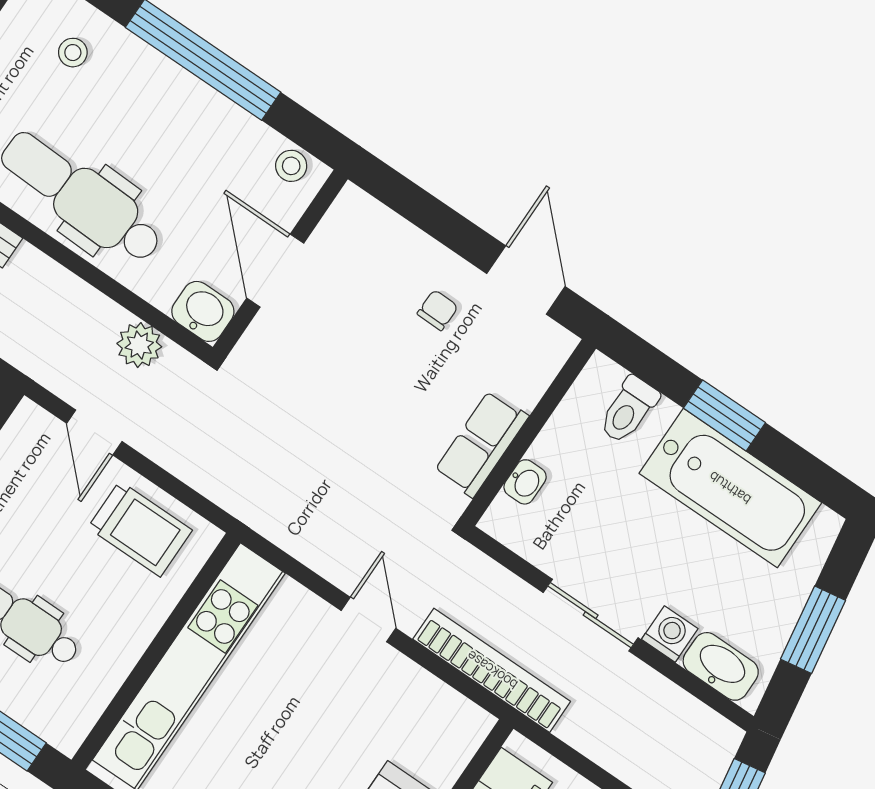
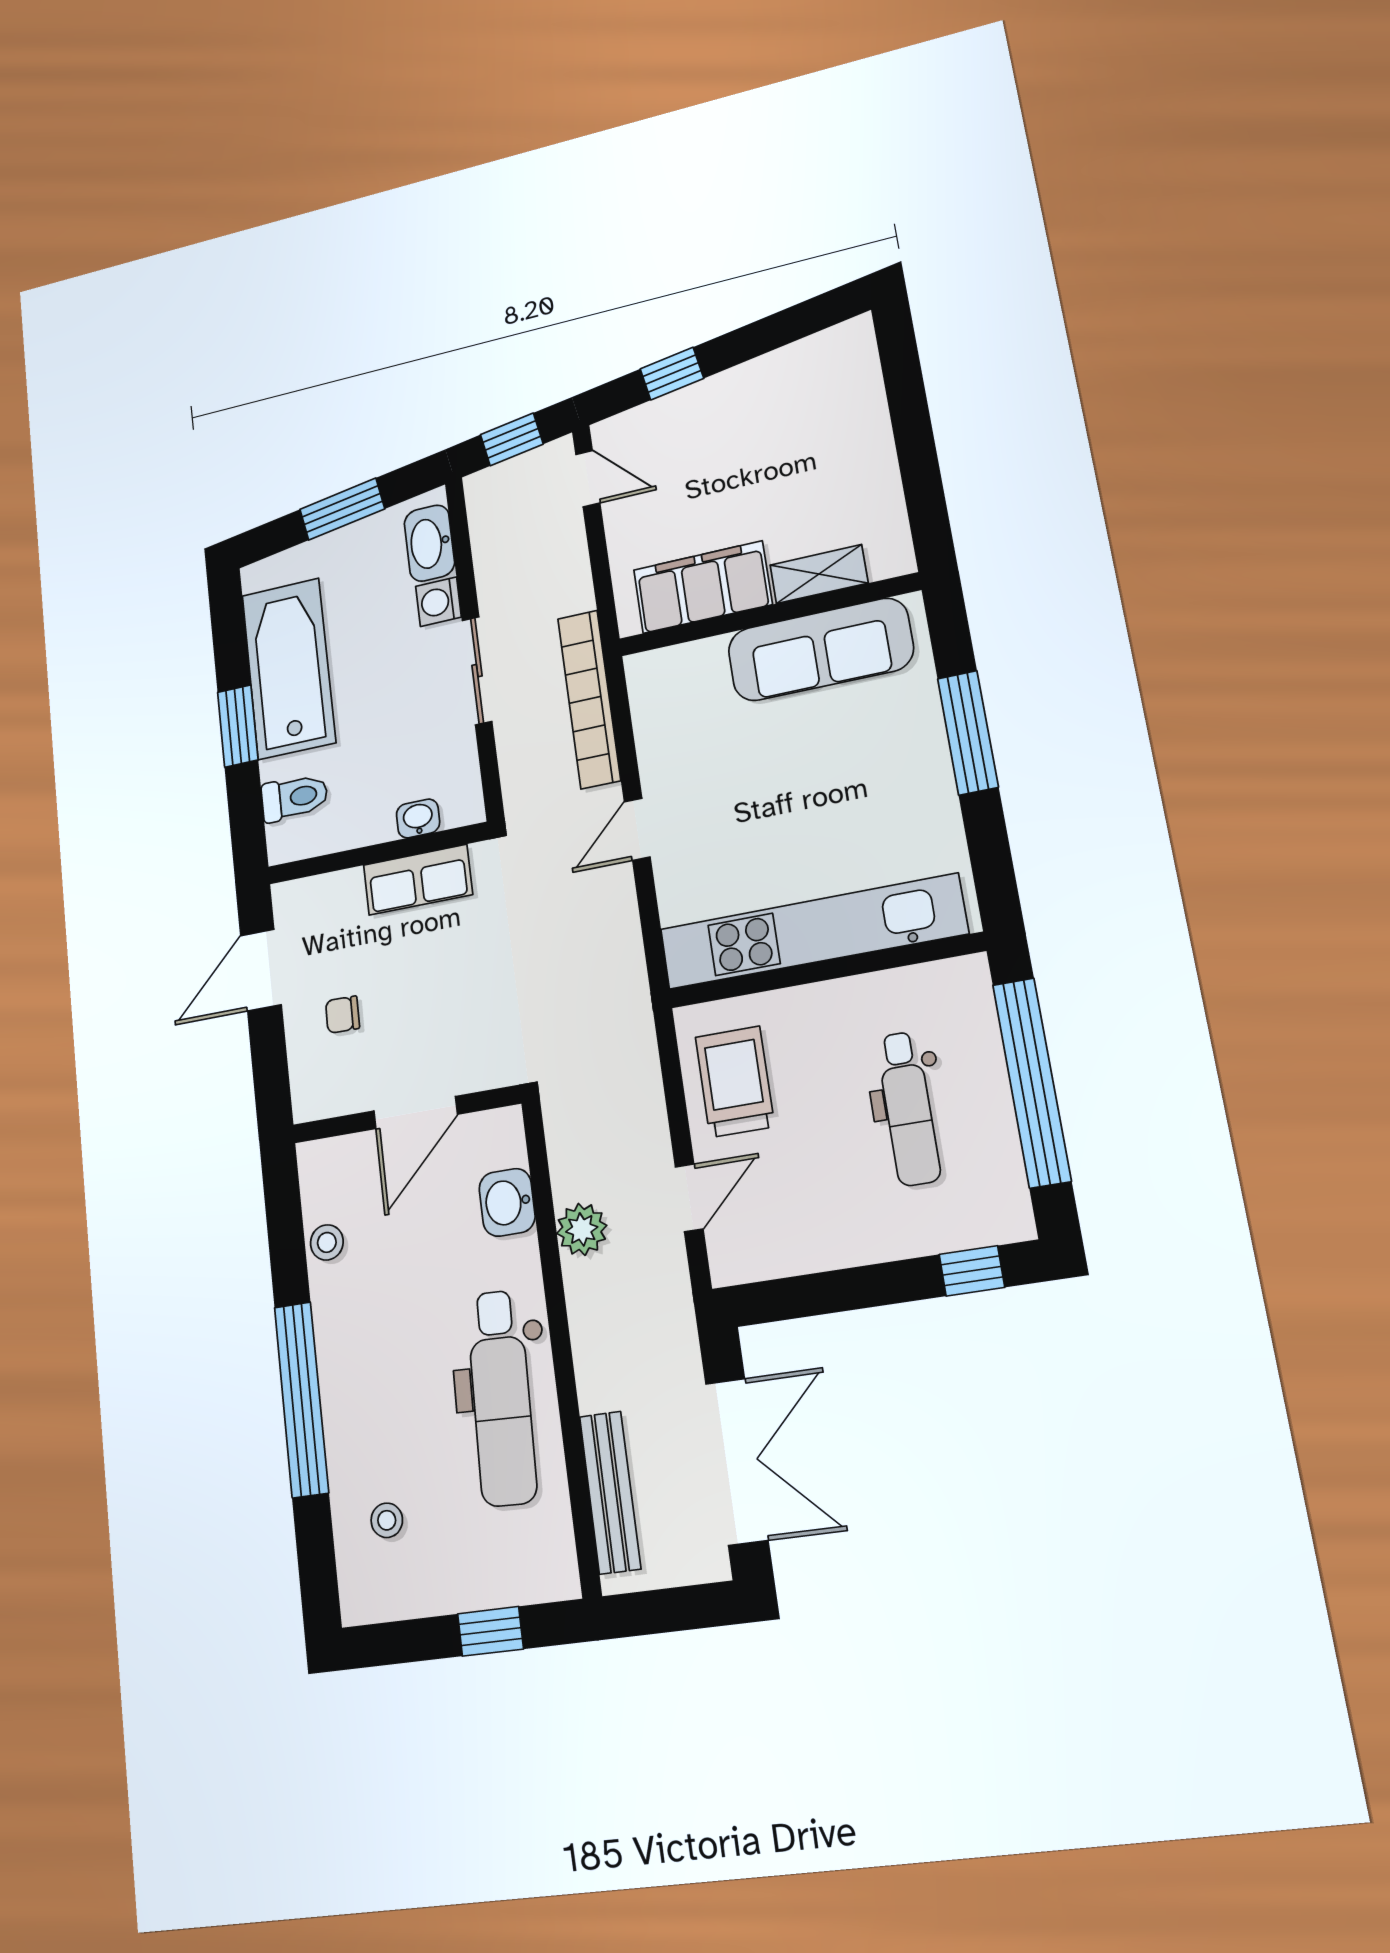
wall: (280, 263) -> (406, 1114), moved
door: (275, 271) -> (415, 1113), moved

